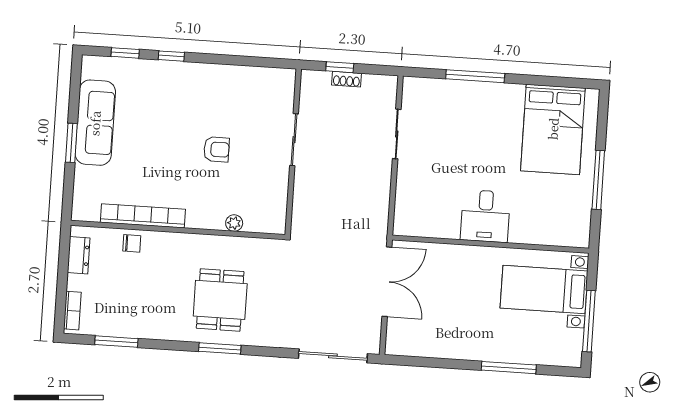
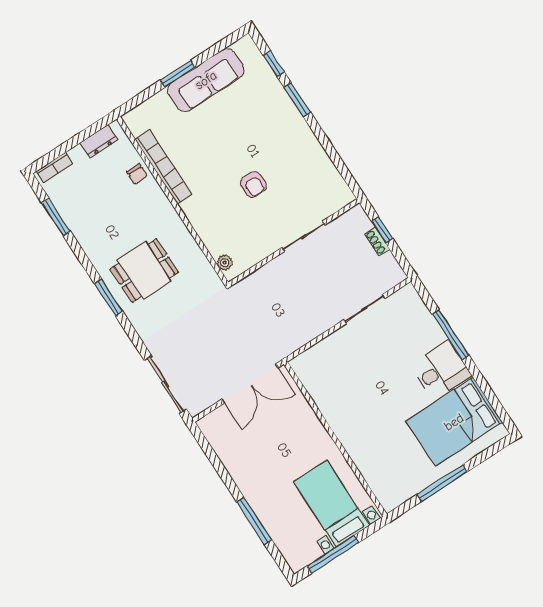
window: (171, 56) -> (297, 99), width x1.50
desk: (485, 216) -> (441, 370), moved, turned 180
plant: (234, 223) -> (225, 263), moved

